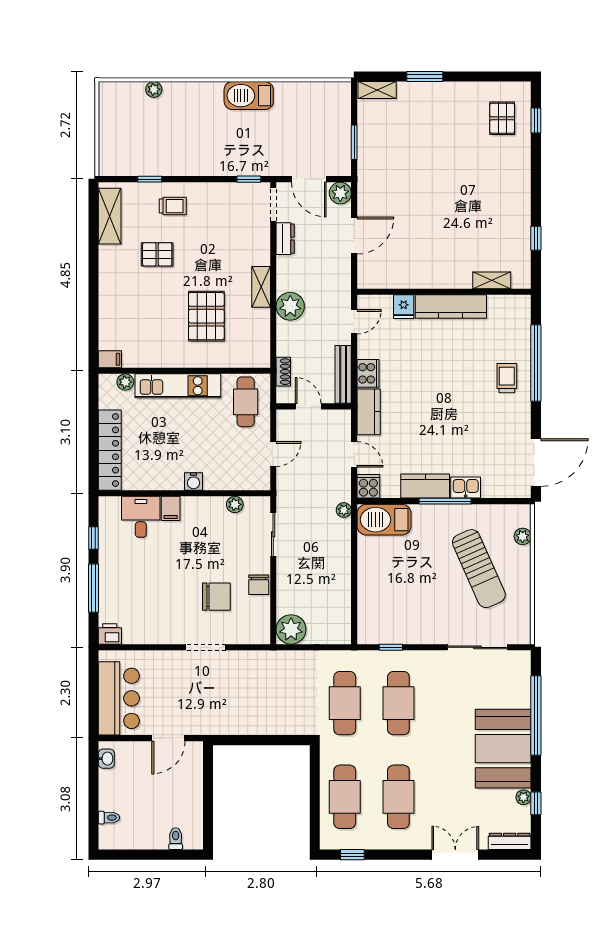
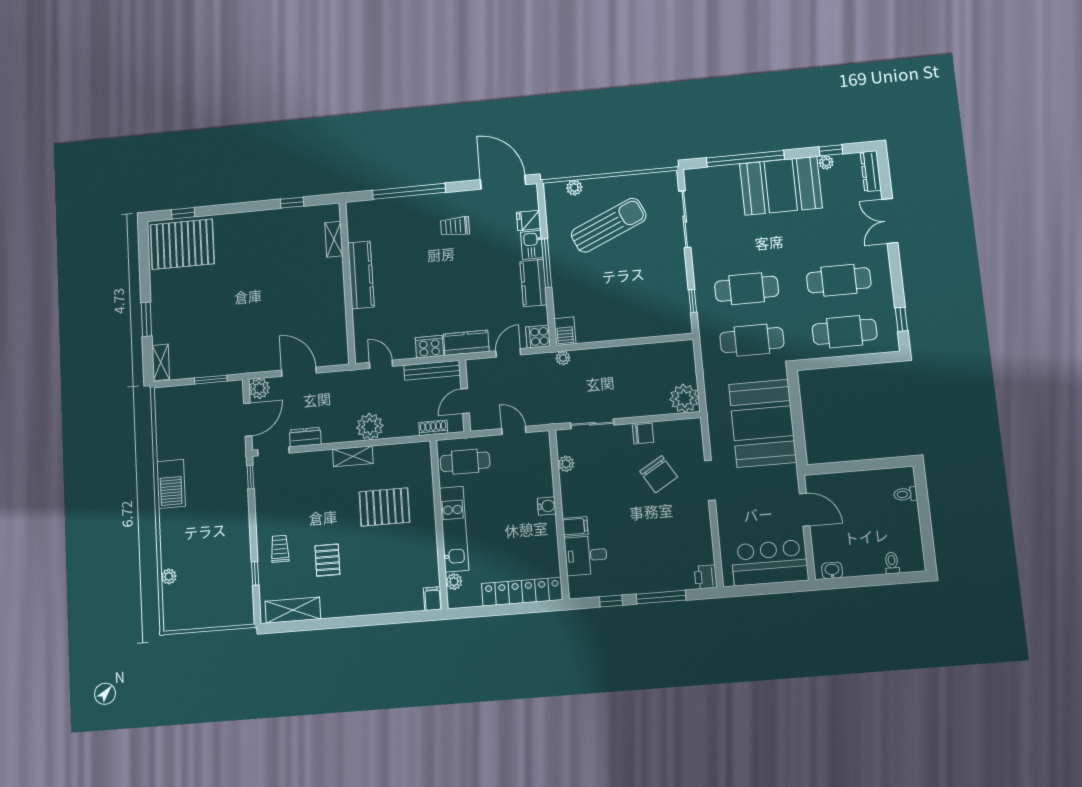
pallet: (502, 118) -> (182, 244), width x2.05, depth x2.00
fridge: (404, 307) -> (529, 220), moved, turned 180
trolley: (507, 378) -> (455, 226), moved
barbecue: (384, 520) -> (565, 331), width x0.53, depth x0.65
chair: (216, 597) -> (659, 474), turned 149
booth: (259, 705) -> (763, 423), added

